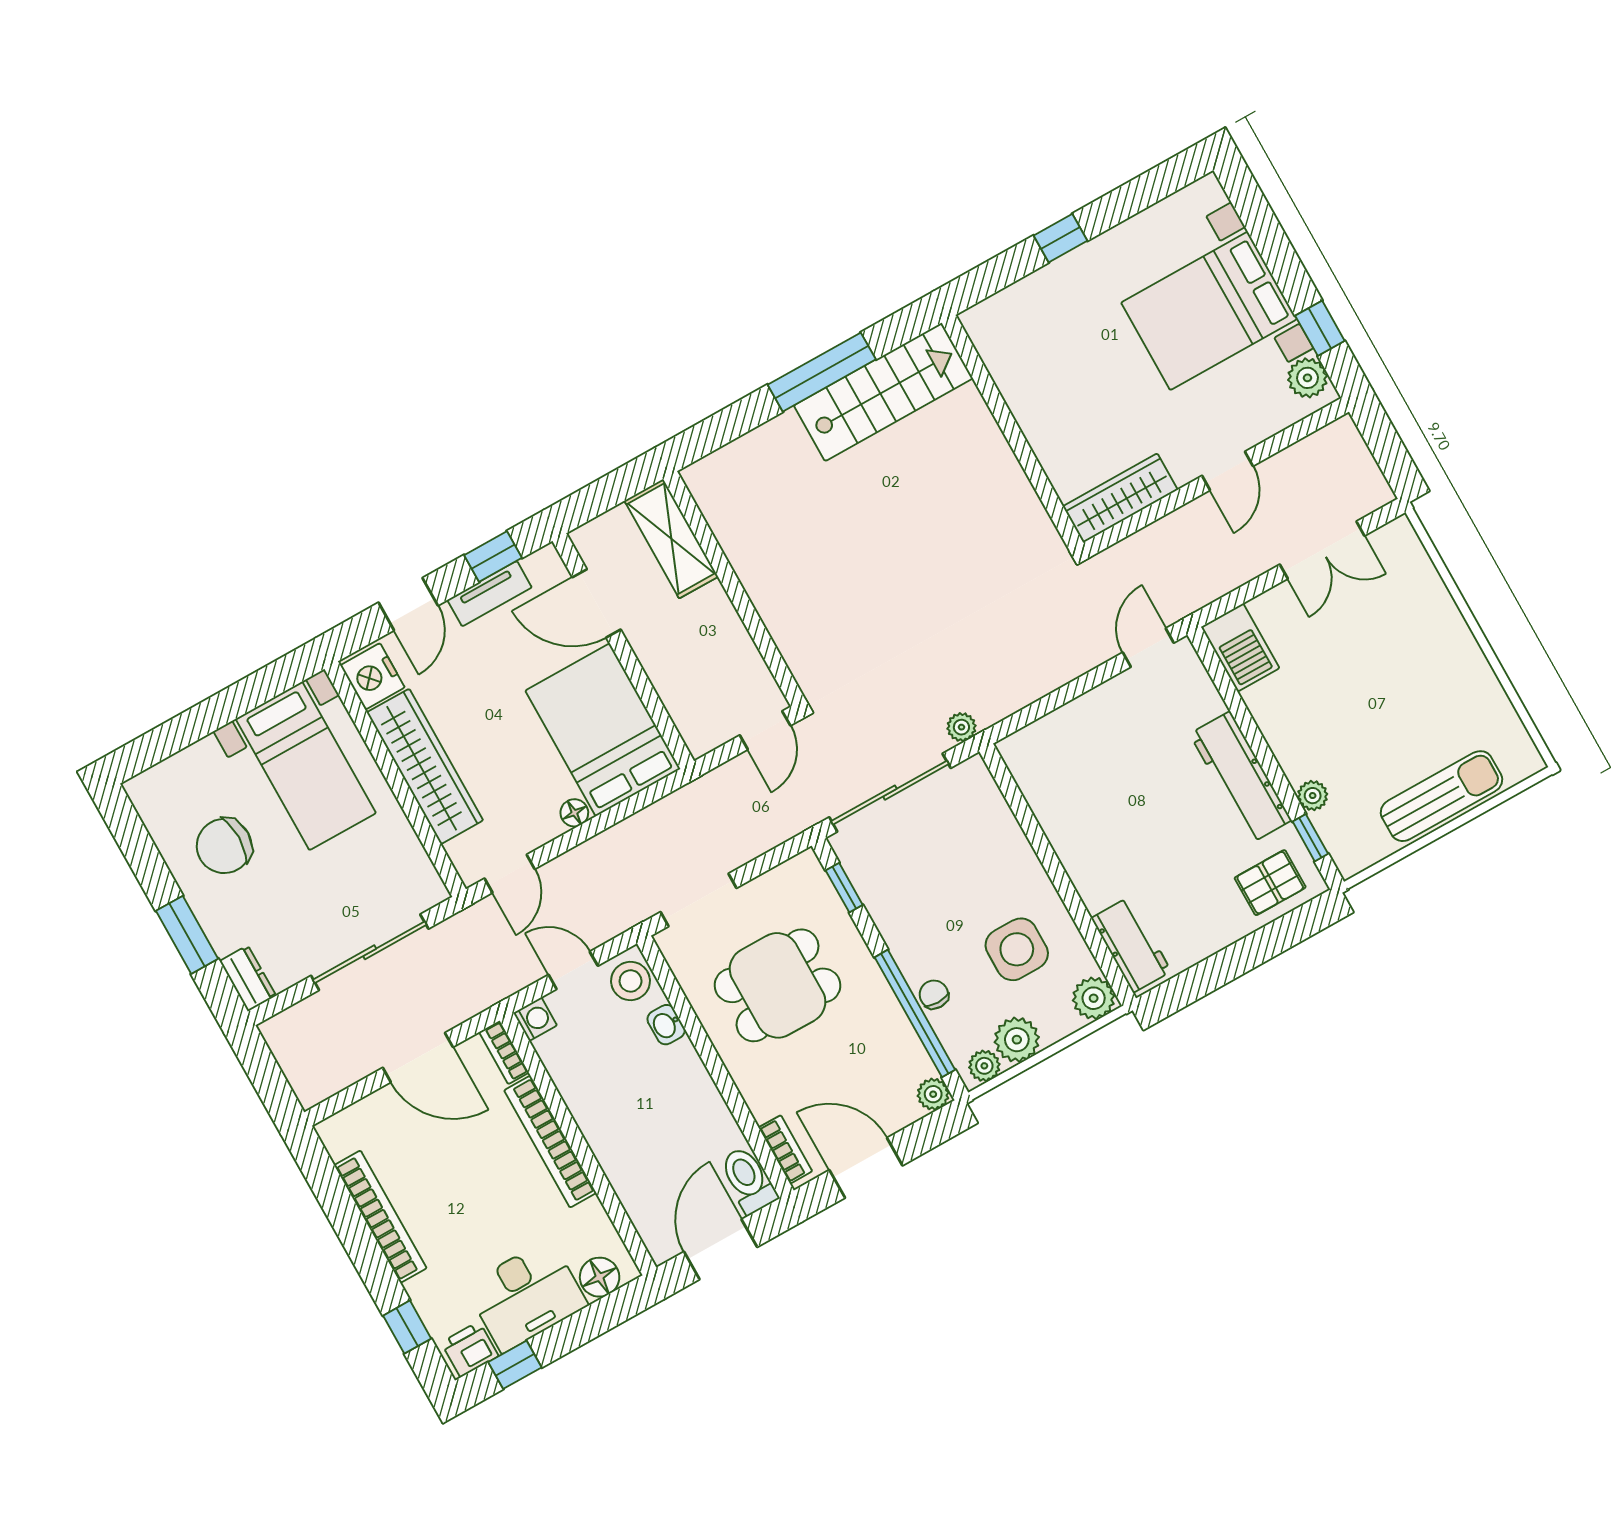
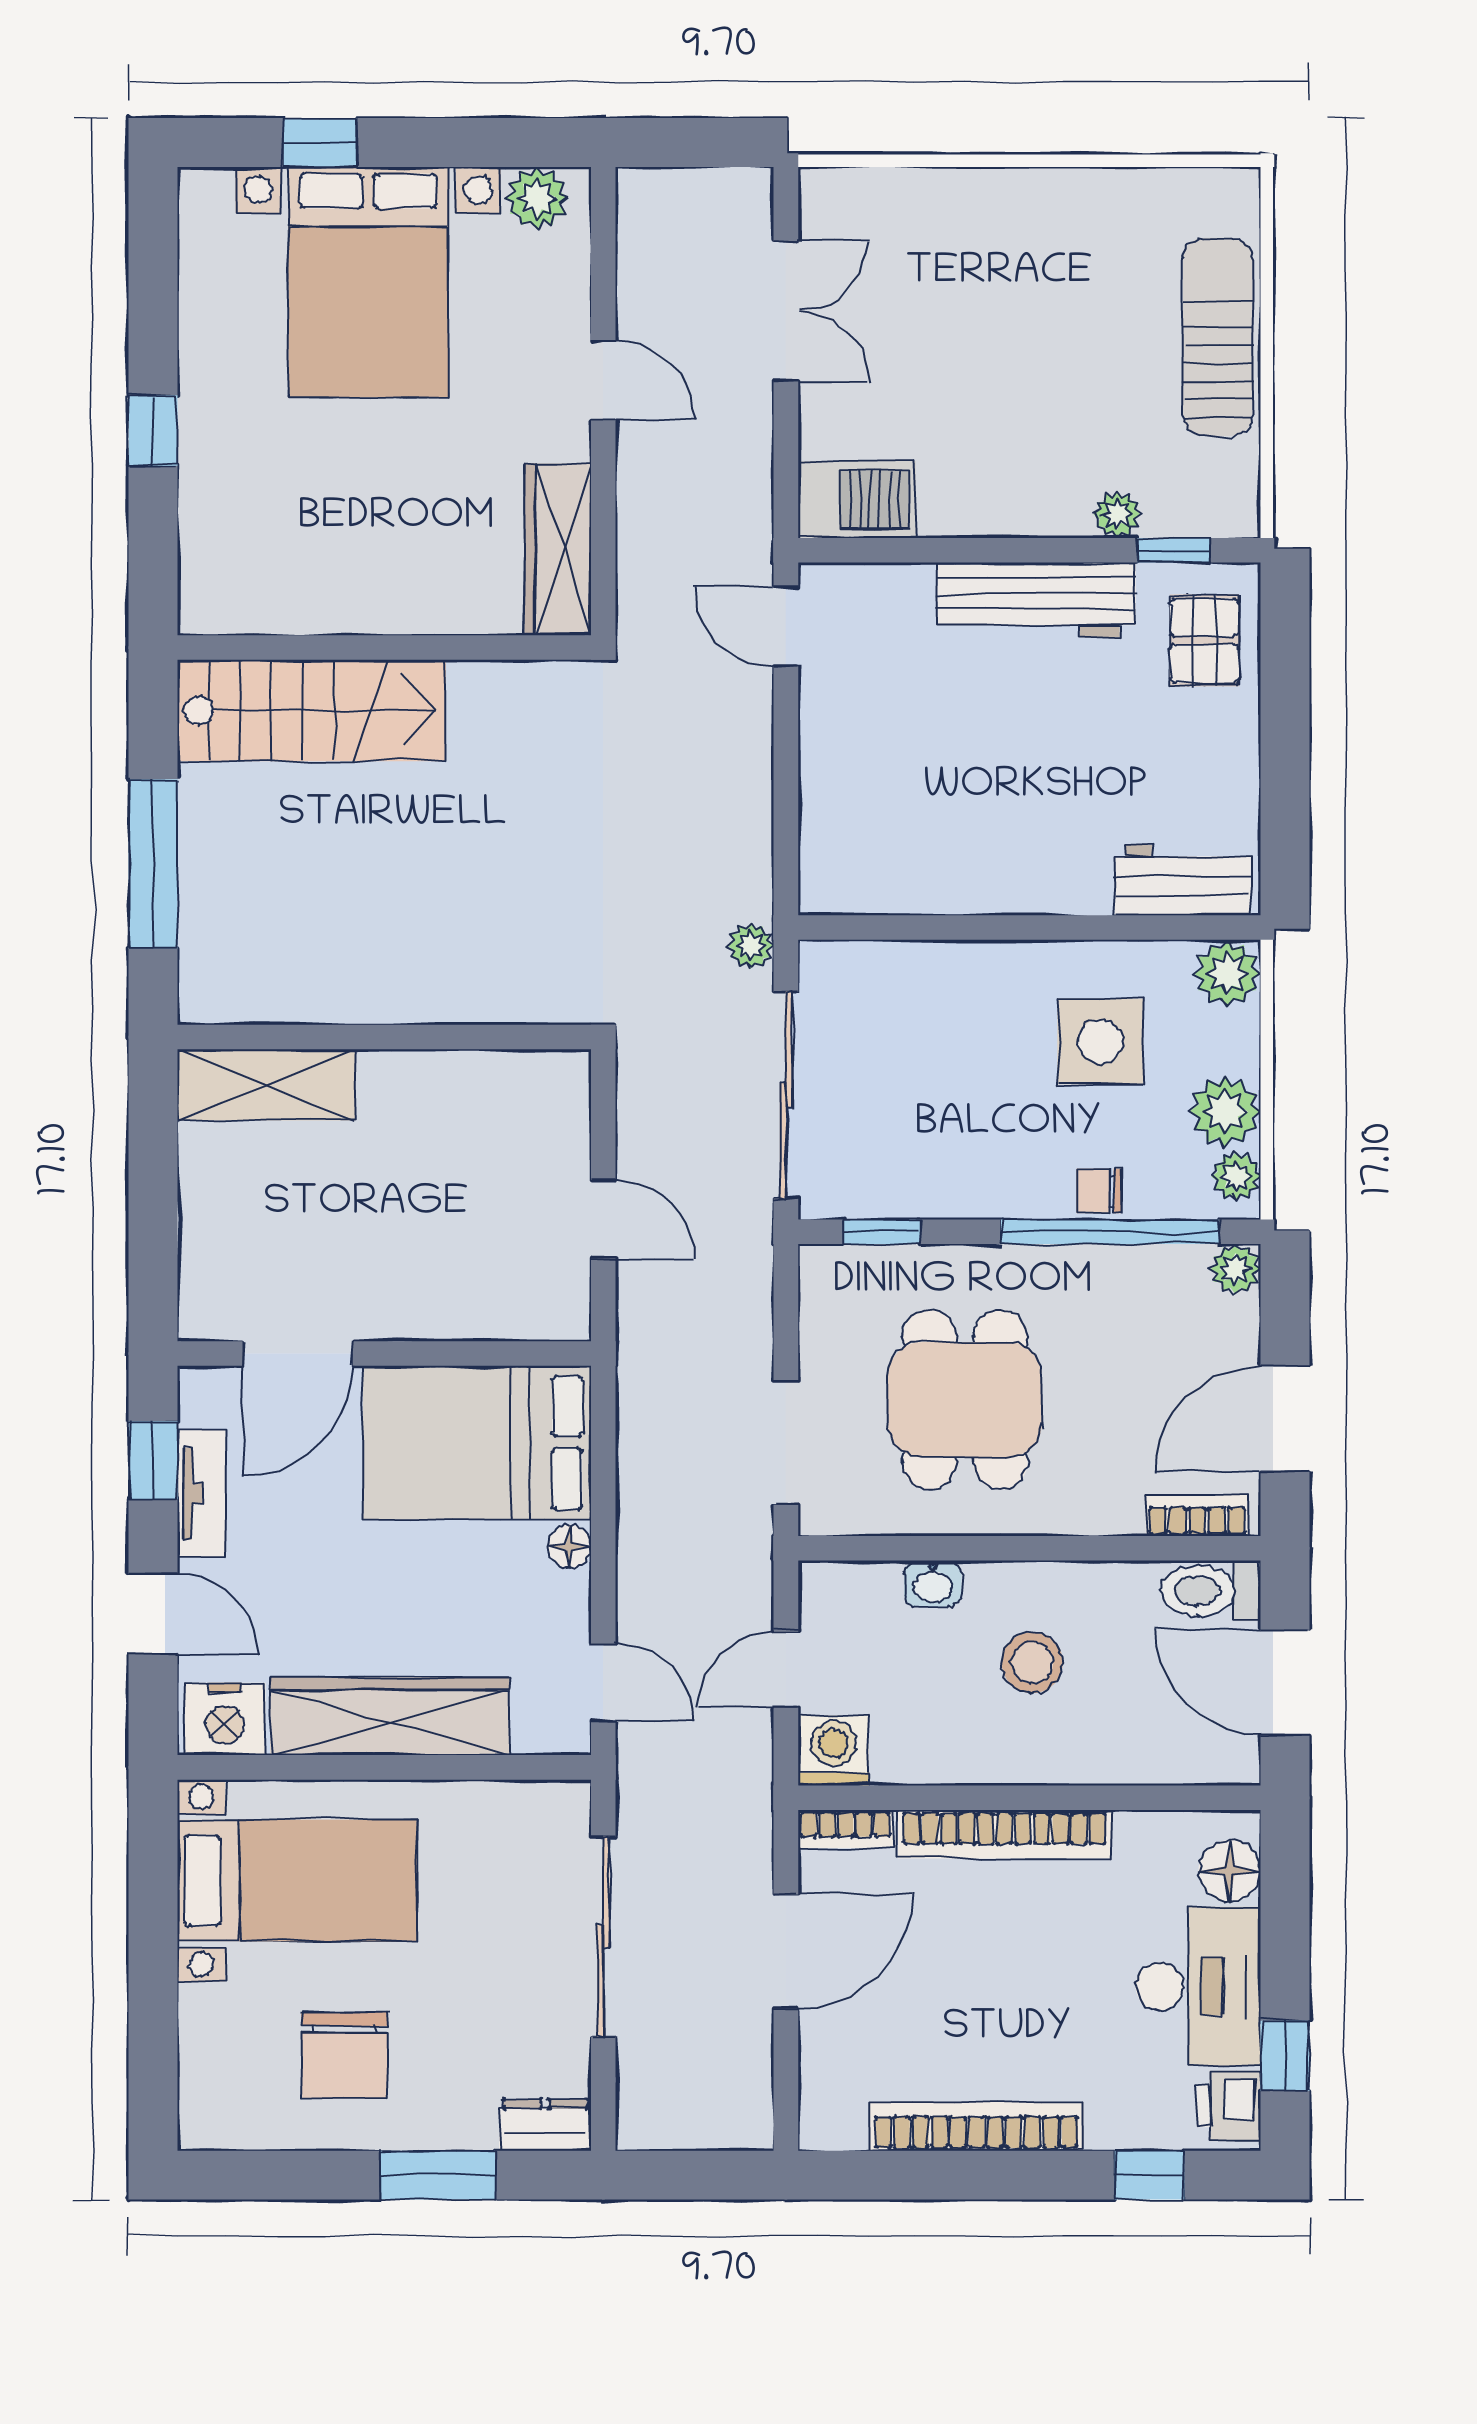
window: (1320, 328) -> (320, 142), moved
stairs: (883, 392) -> (312, 710), moved, turned 90
shelving: (671, 539) -> (266, 1085), moved
wall: (734, 589) -> (384, 1037), moved
stool: (631, 981) -> (1032, 1663), moved
washing machine: (535, 1019) -> (834, 1750), width x1.38, depth x1.38

